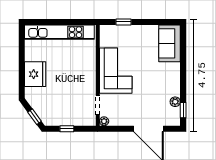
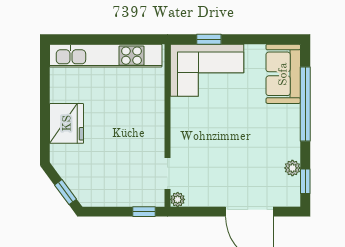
window: (183, 62) -> (305, 104), added
corner sofa: (116, 71) -> (207, 70), moved, turned 90
window: (67, 129) -> (144, 212), moved

